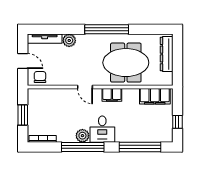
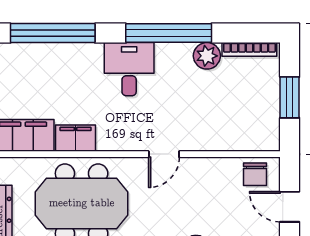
door: (85, 87) -> (164, 154), swing flipped
filing cabinet: (112, 95) -> (76, 138), moved
plant: (82, 136) -> (207, 56), moved

